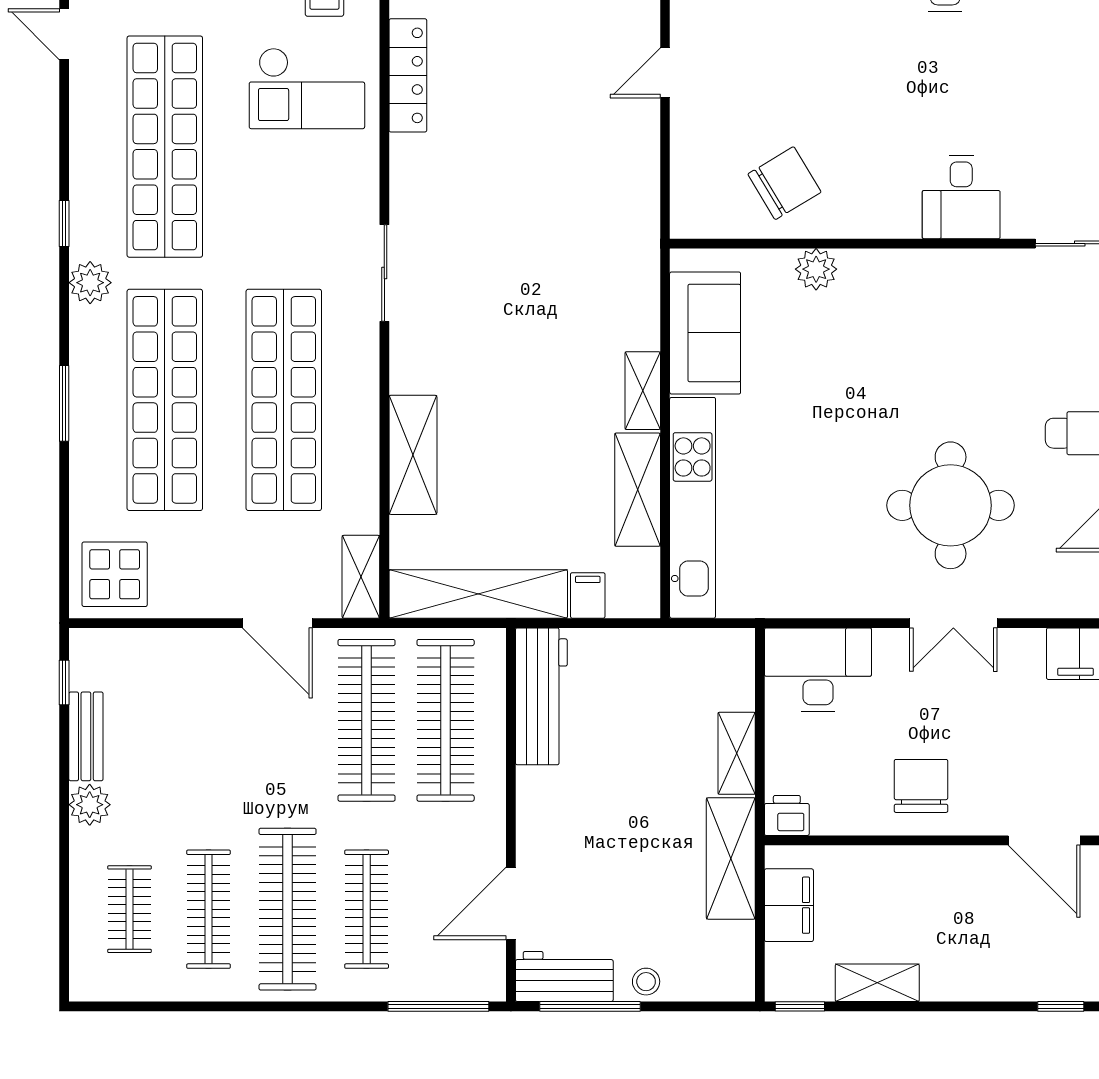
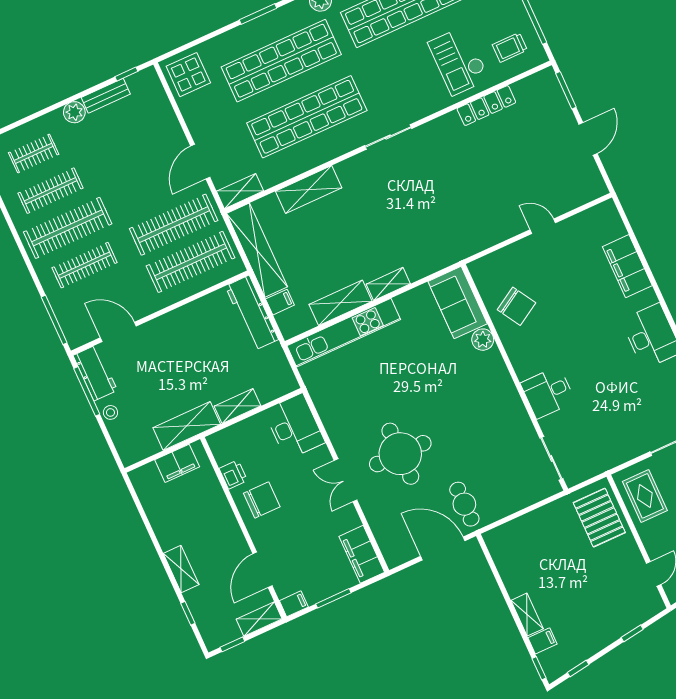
sofa: (705, 333) -> (458, 303), moved, turned 90
workbench: (541, 696) -> (252, 313), moved, turned 90
printer: (787, 815) -> (233, 474), moved
shelving: (877, 983) -> (181, 569), moved
window: (800, 1006) -> (132, 490), removed

